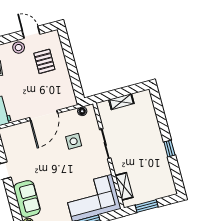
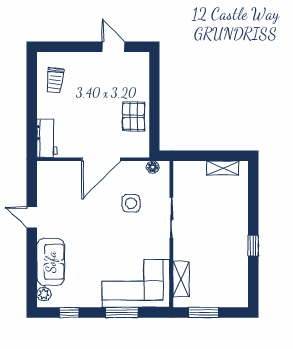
stool: (19, 48) -> (92, 62), removed
pallet: (44, 61) -> (134, 116), moved
shelving: (121, 102) -> (223, 168), moved

